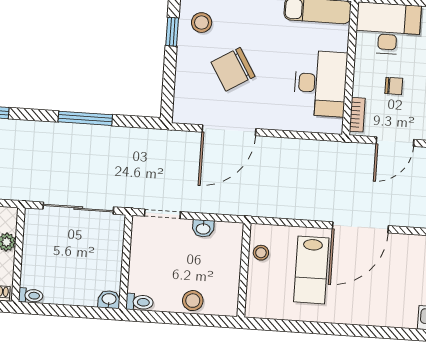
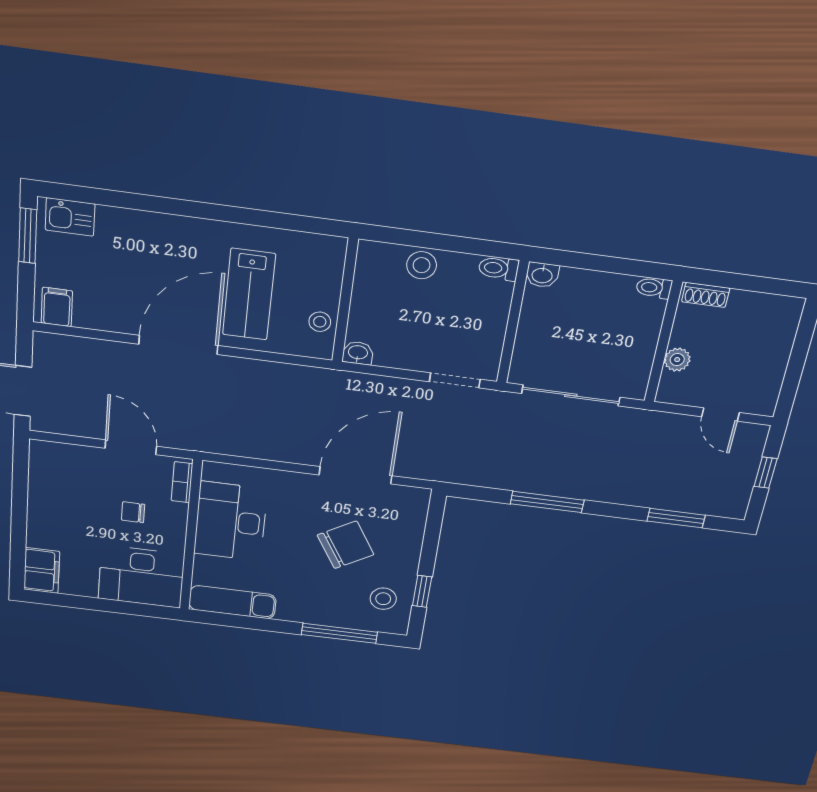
door: (395, 142) -> (131, 447), hinge flipped
washbasin: (203, 228) -> (358, 353), moved
lab bench: (311, 270) -> (249, 294), turned 180

